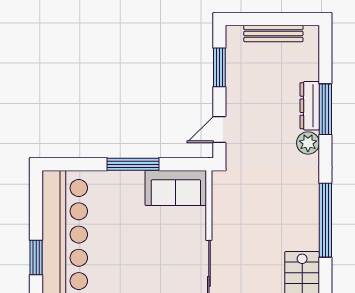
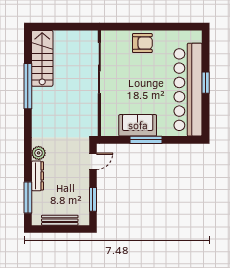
window: (325, 109) -> (28, 198), moved
sofa: (176, 188) -> (138, 125), moved
window: (325, 220) -> (28, 86), moved

